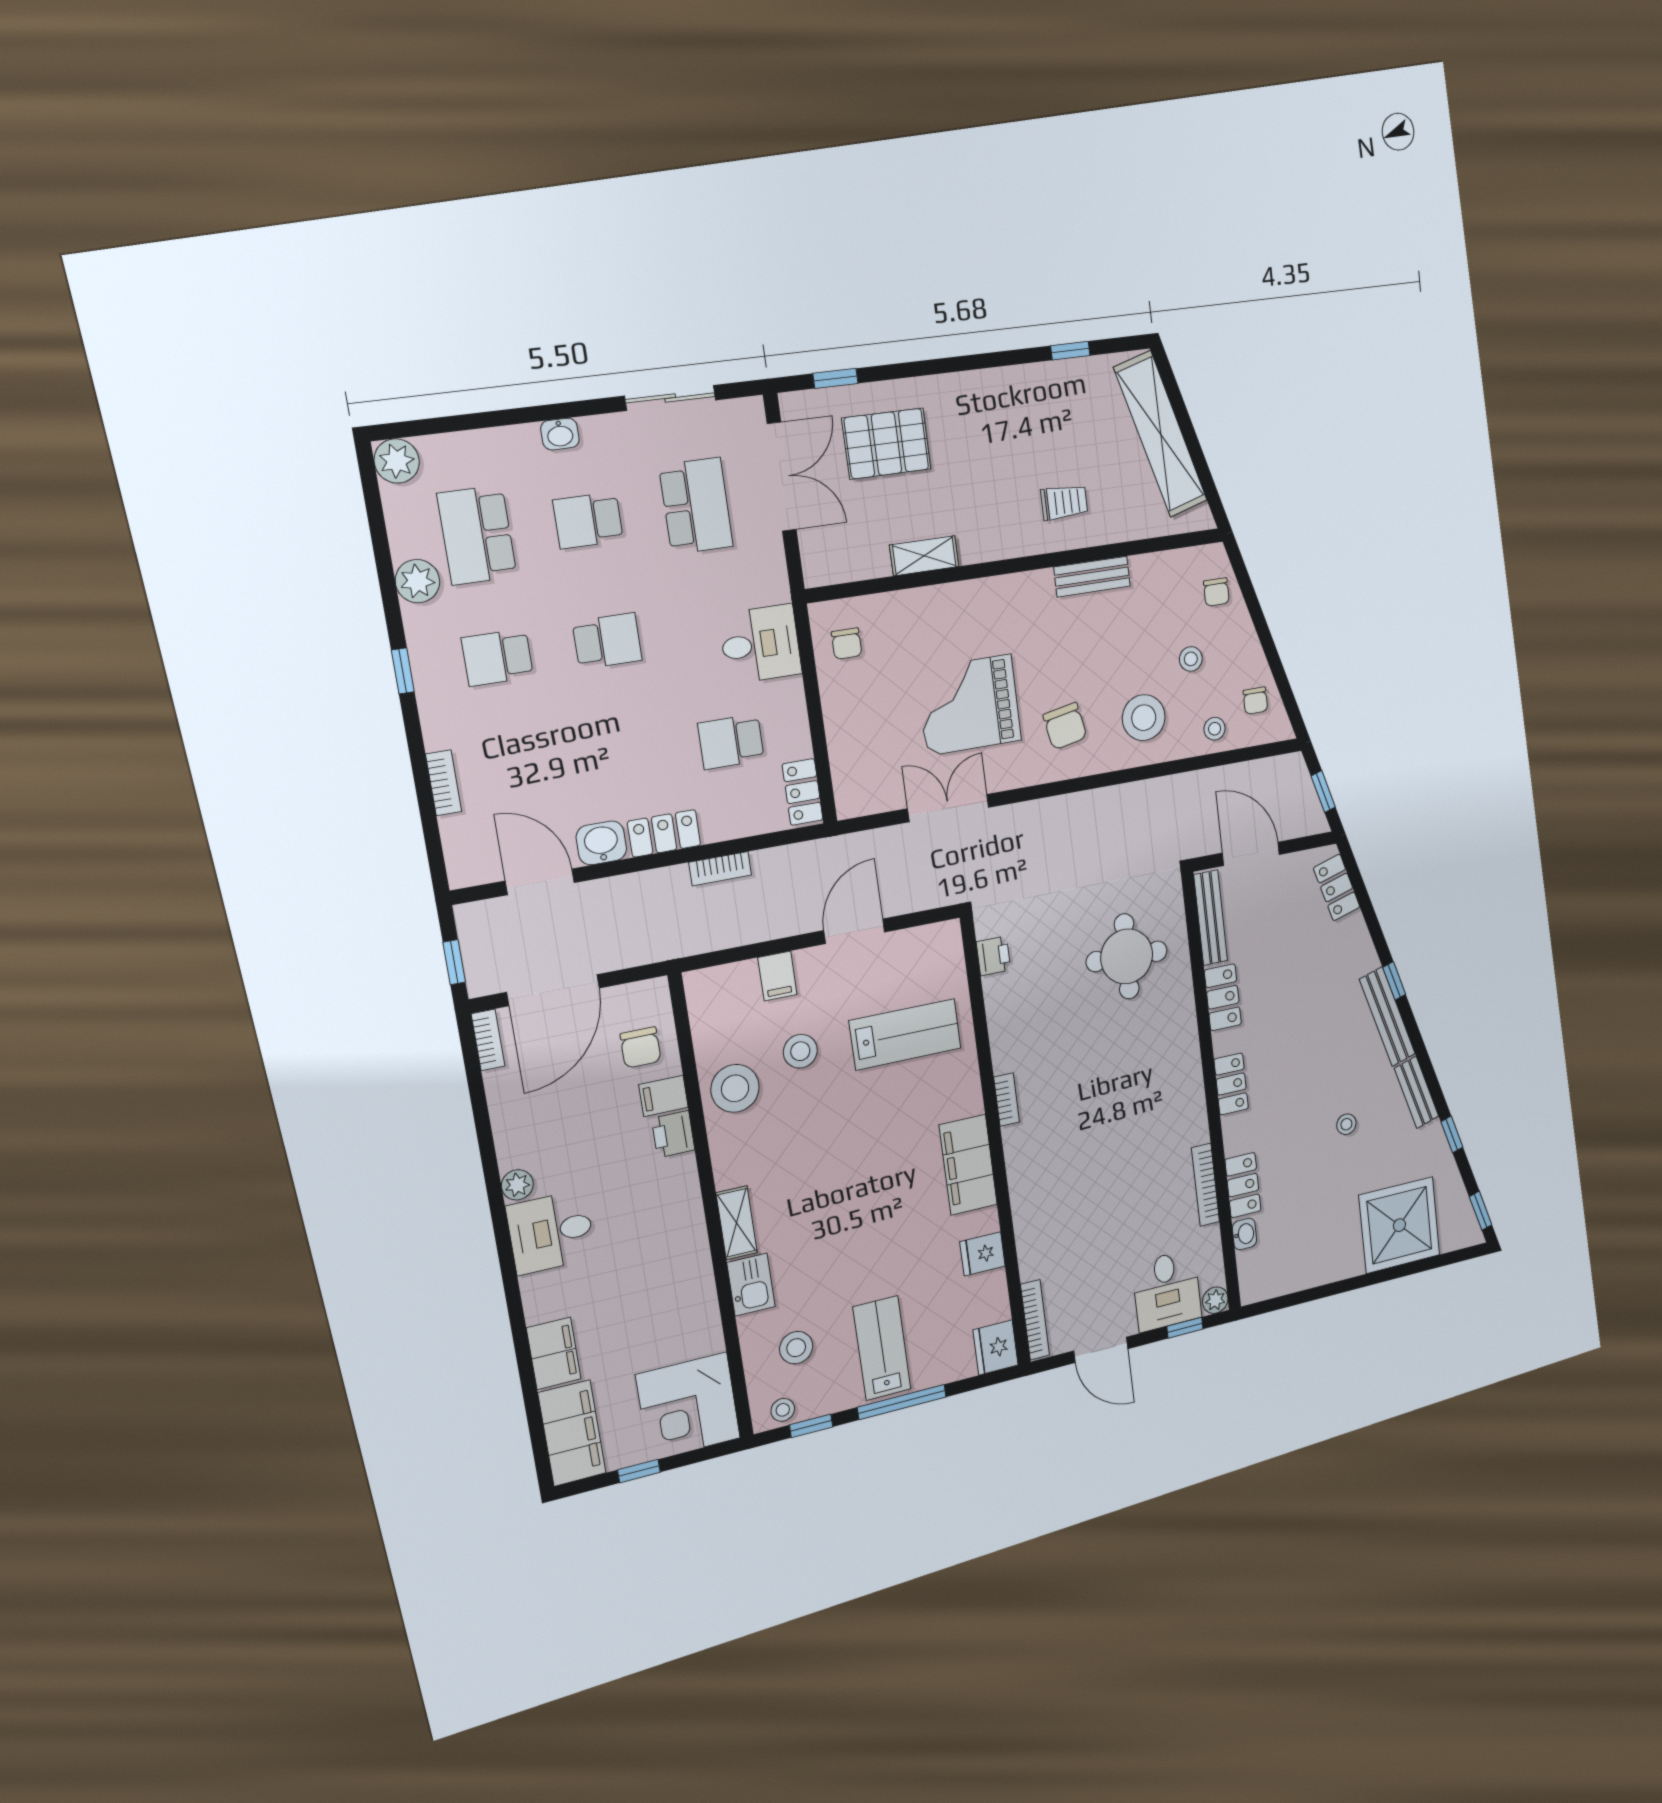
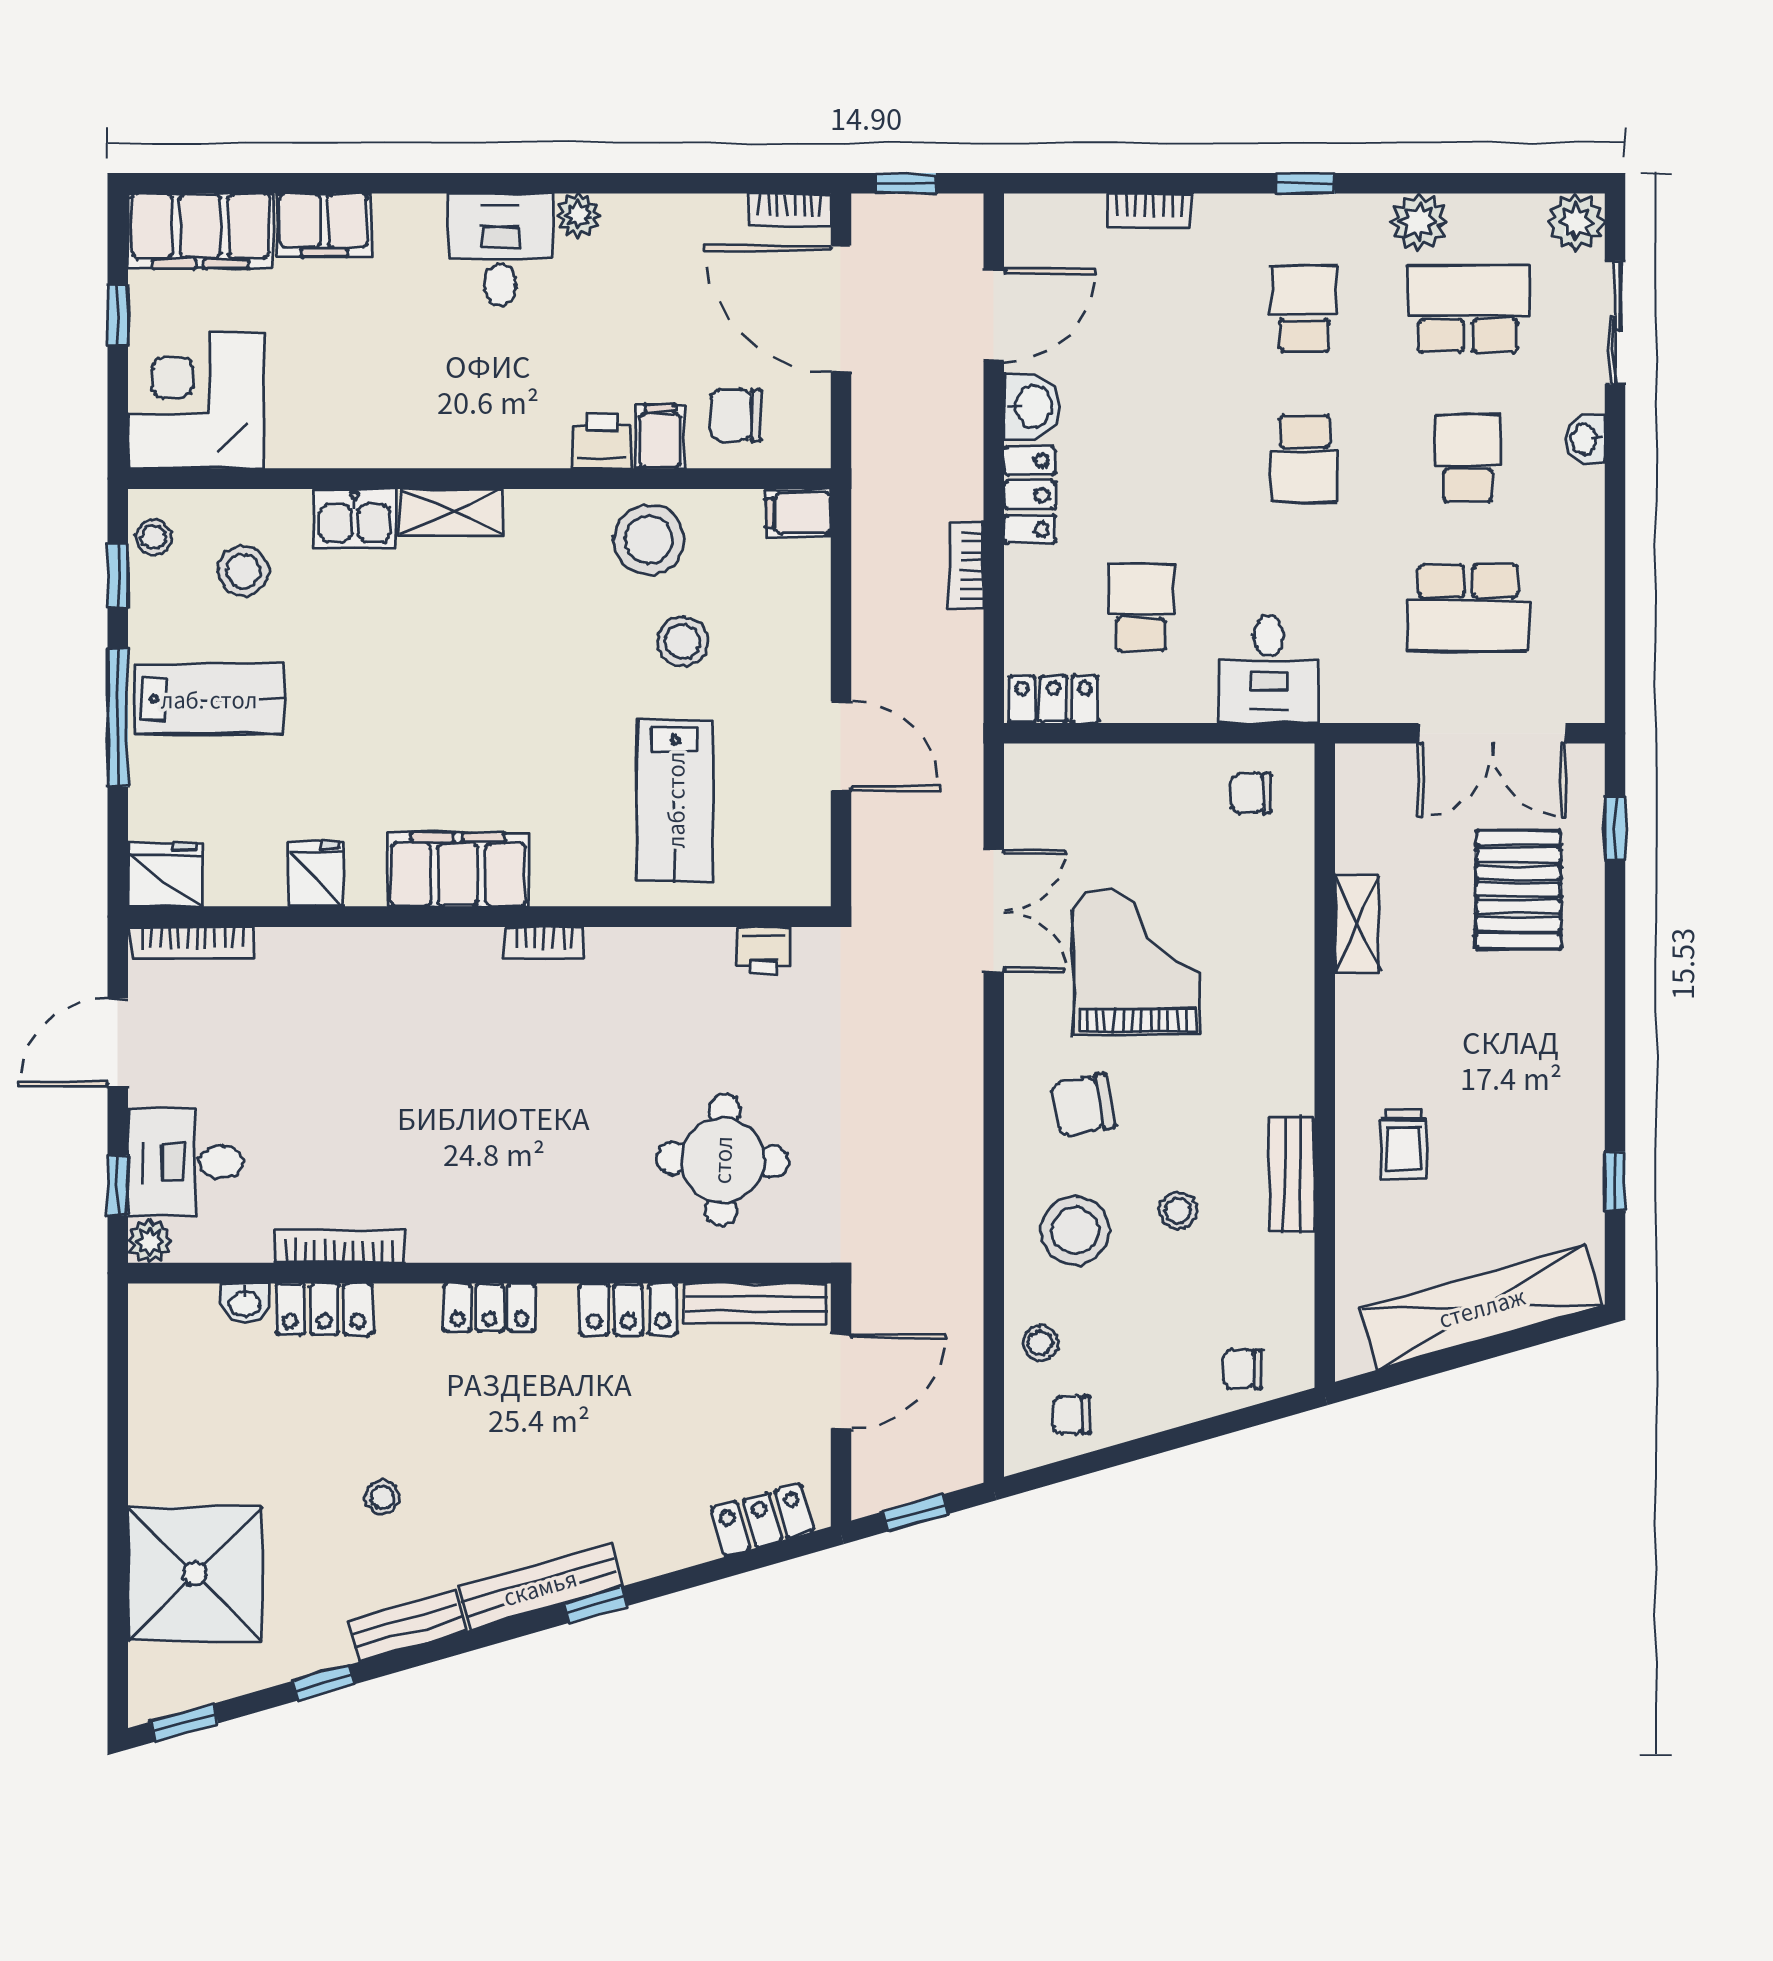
sliding door: (670, 398) -> (1615, 323), moved
stool: (1191, 659) -> (1178, 1210), moved
filing cabinet: (777, 976) -> (798, 513), moved

